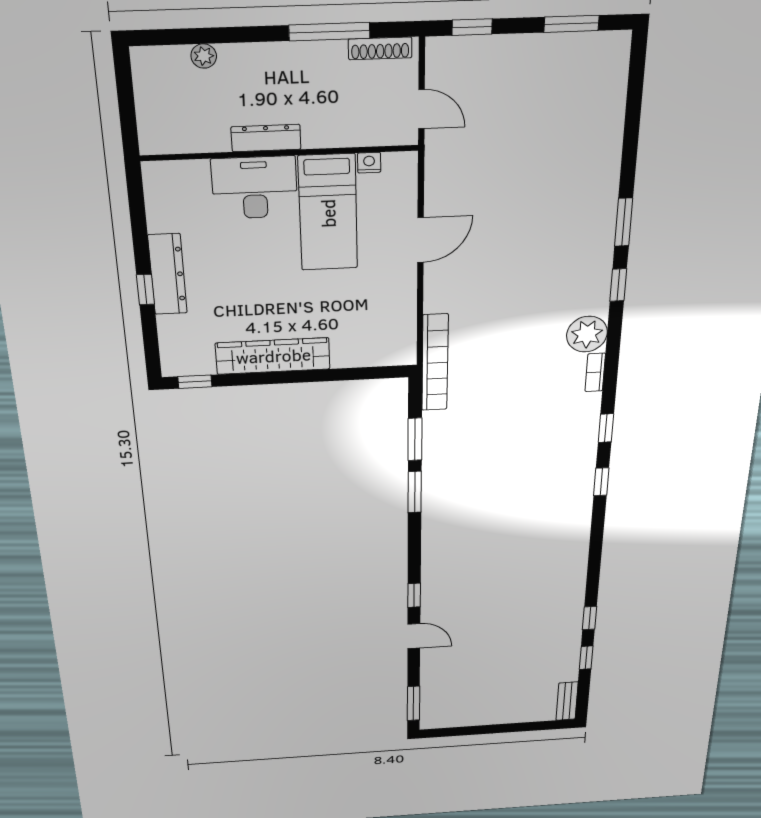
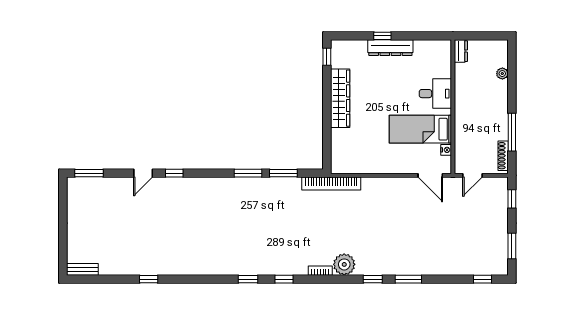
dresser: (266, 138) -> (461, 51), moved, width x0.70
desk: (255, 188) -> (435, 94), width x0.73
door: (421, 240) -> (430, 175), moved
window: (586, 658) -> (483, 279), moved

